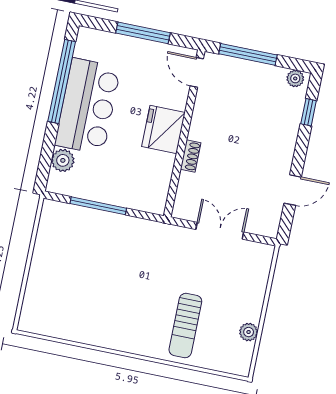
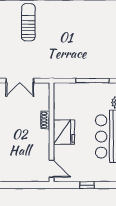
window: (143, 33) -> (87, 185), width x0.46
window: (248, 54) -> (24, 185), removed

